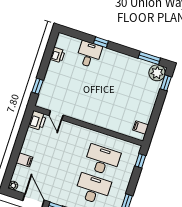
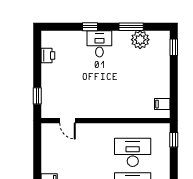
desk: (89, 54) -> (99, 44), moved
window: (149, 58) -> (131, 27), moved
plant: (157, 73) -> (140, 40), moved
printer: (37, 121) -> (49, 133), removed

